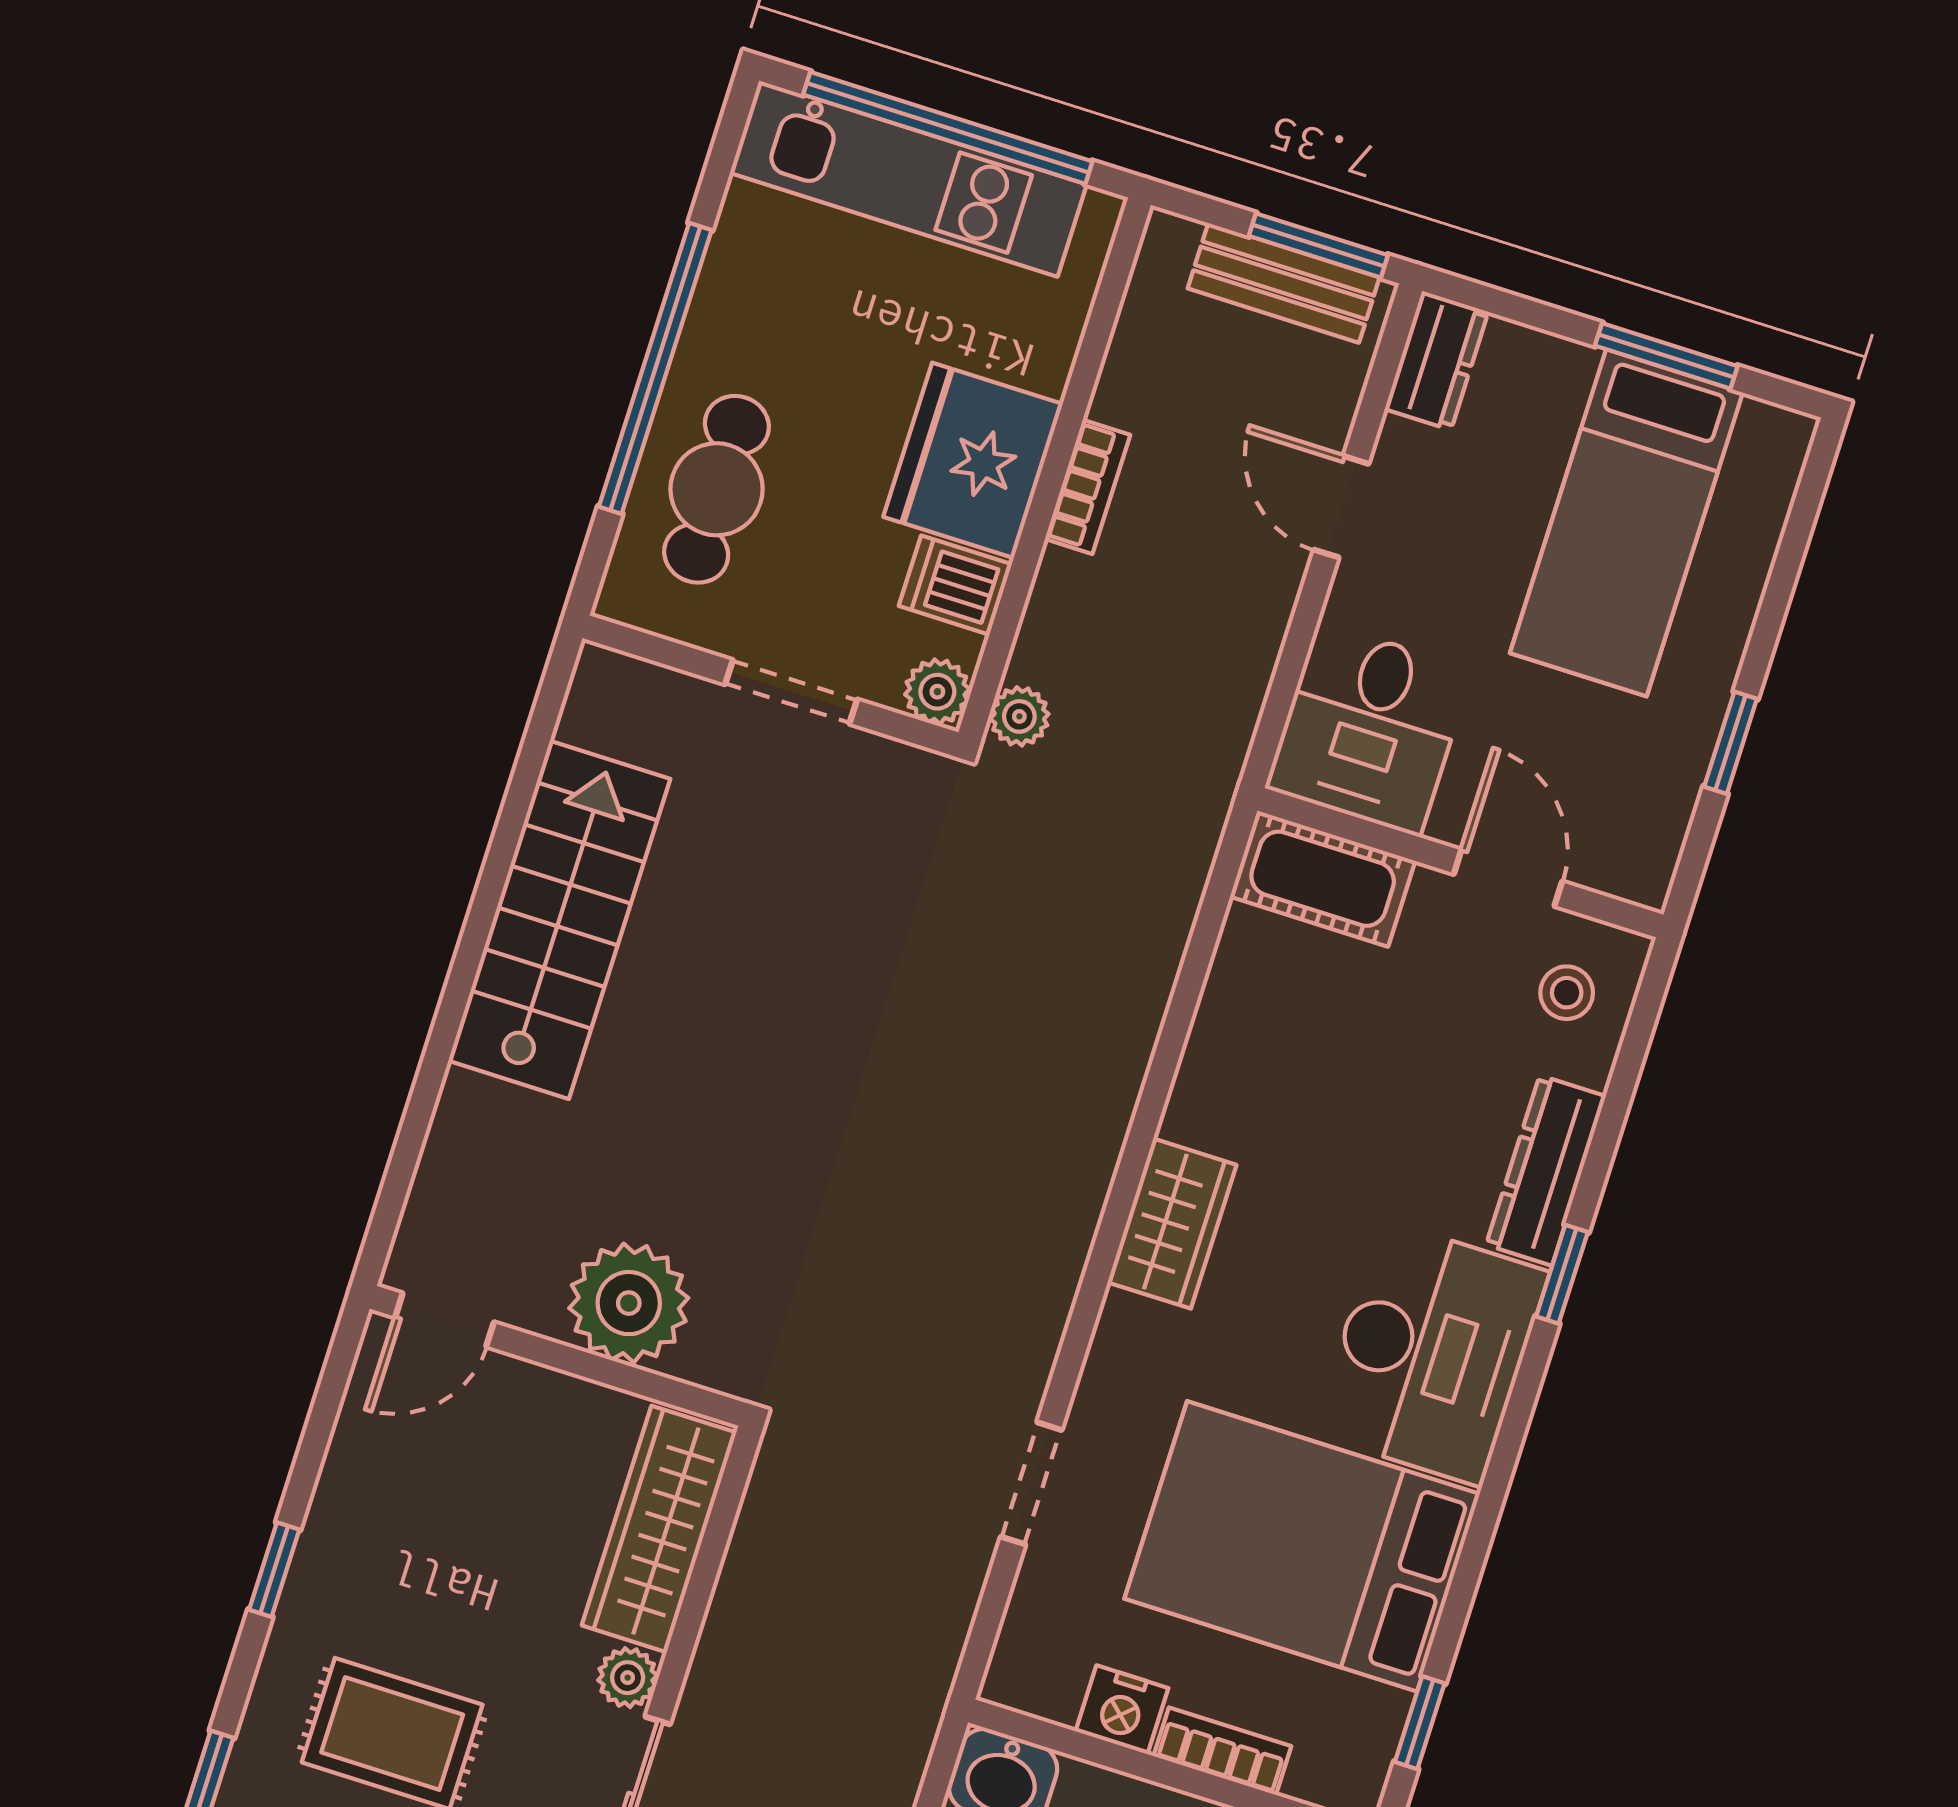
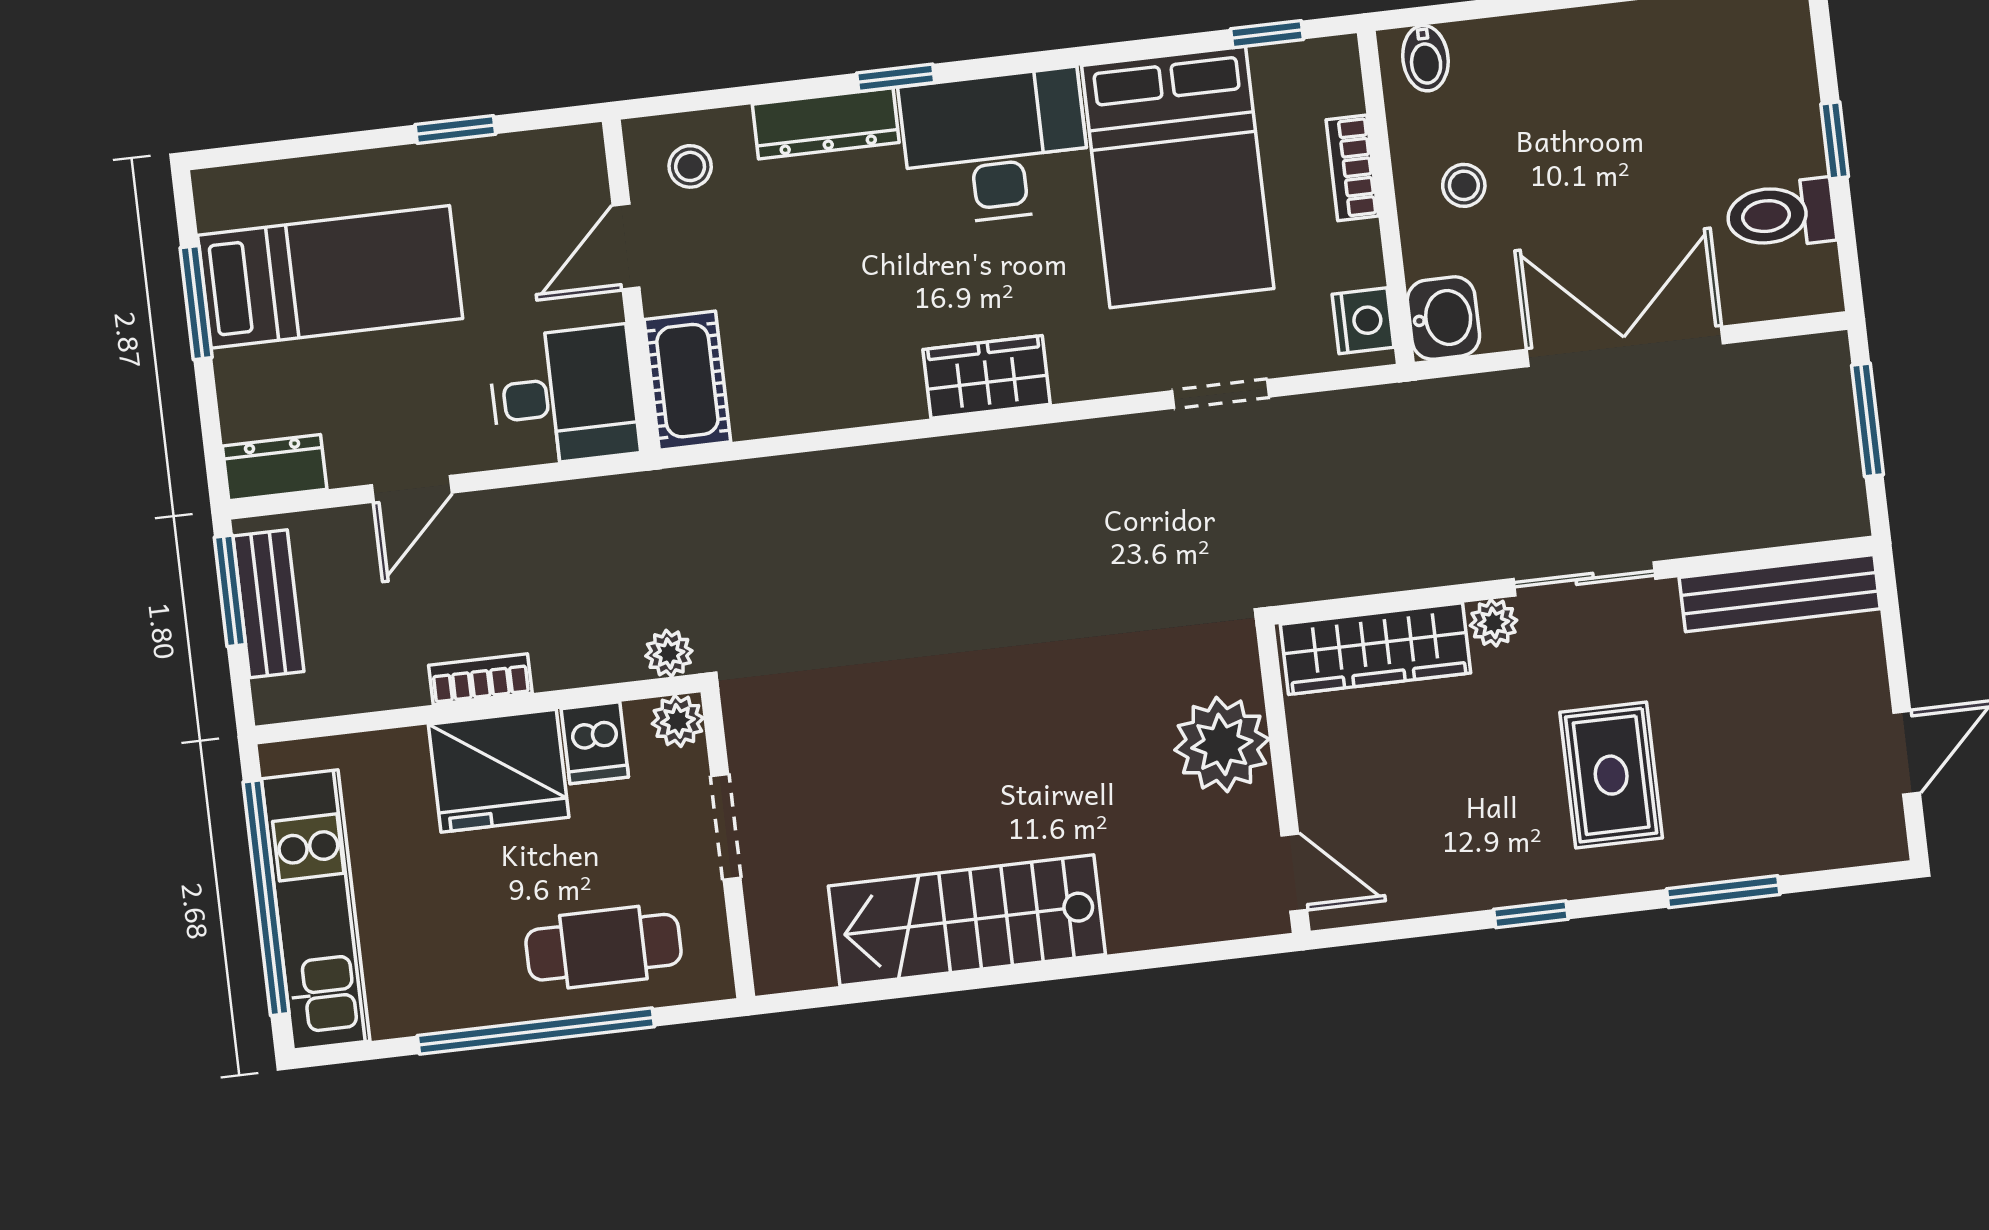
nightstand: (1122, 1710) -> (1363, 321), moved

